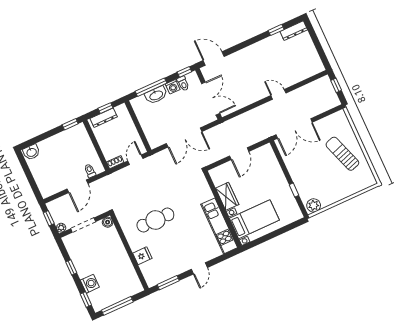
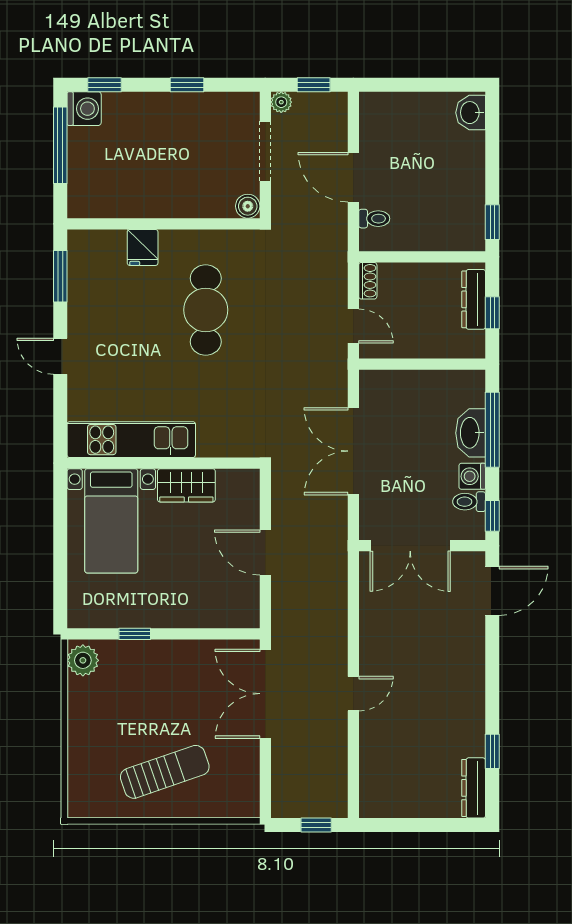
washing machine: (90, 284) -> (84, 109), moved, turned -90

